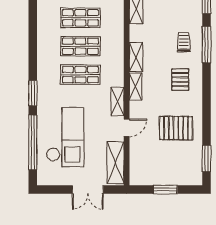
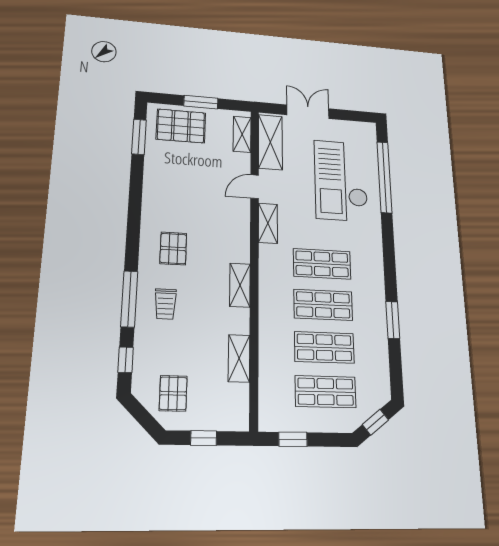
shelving: (136, 87) -> (242, 134), moved
window: (33, 93) -> (393, 320), moved
pallet: (176, 128) -> (181, 126), moved

